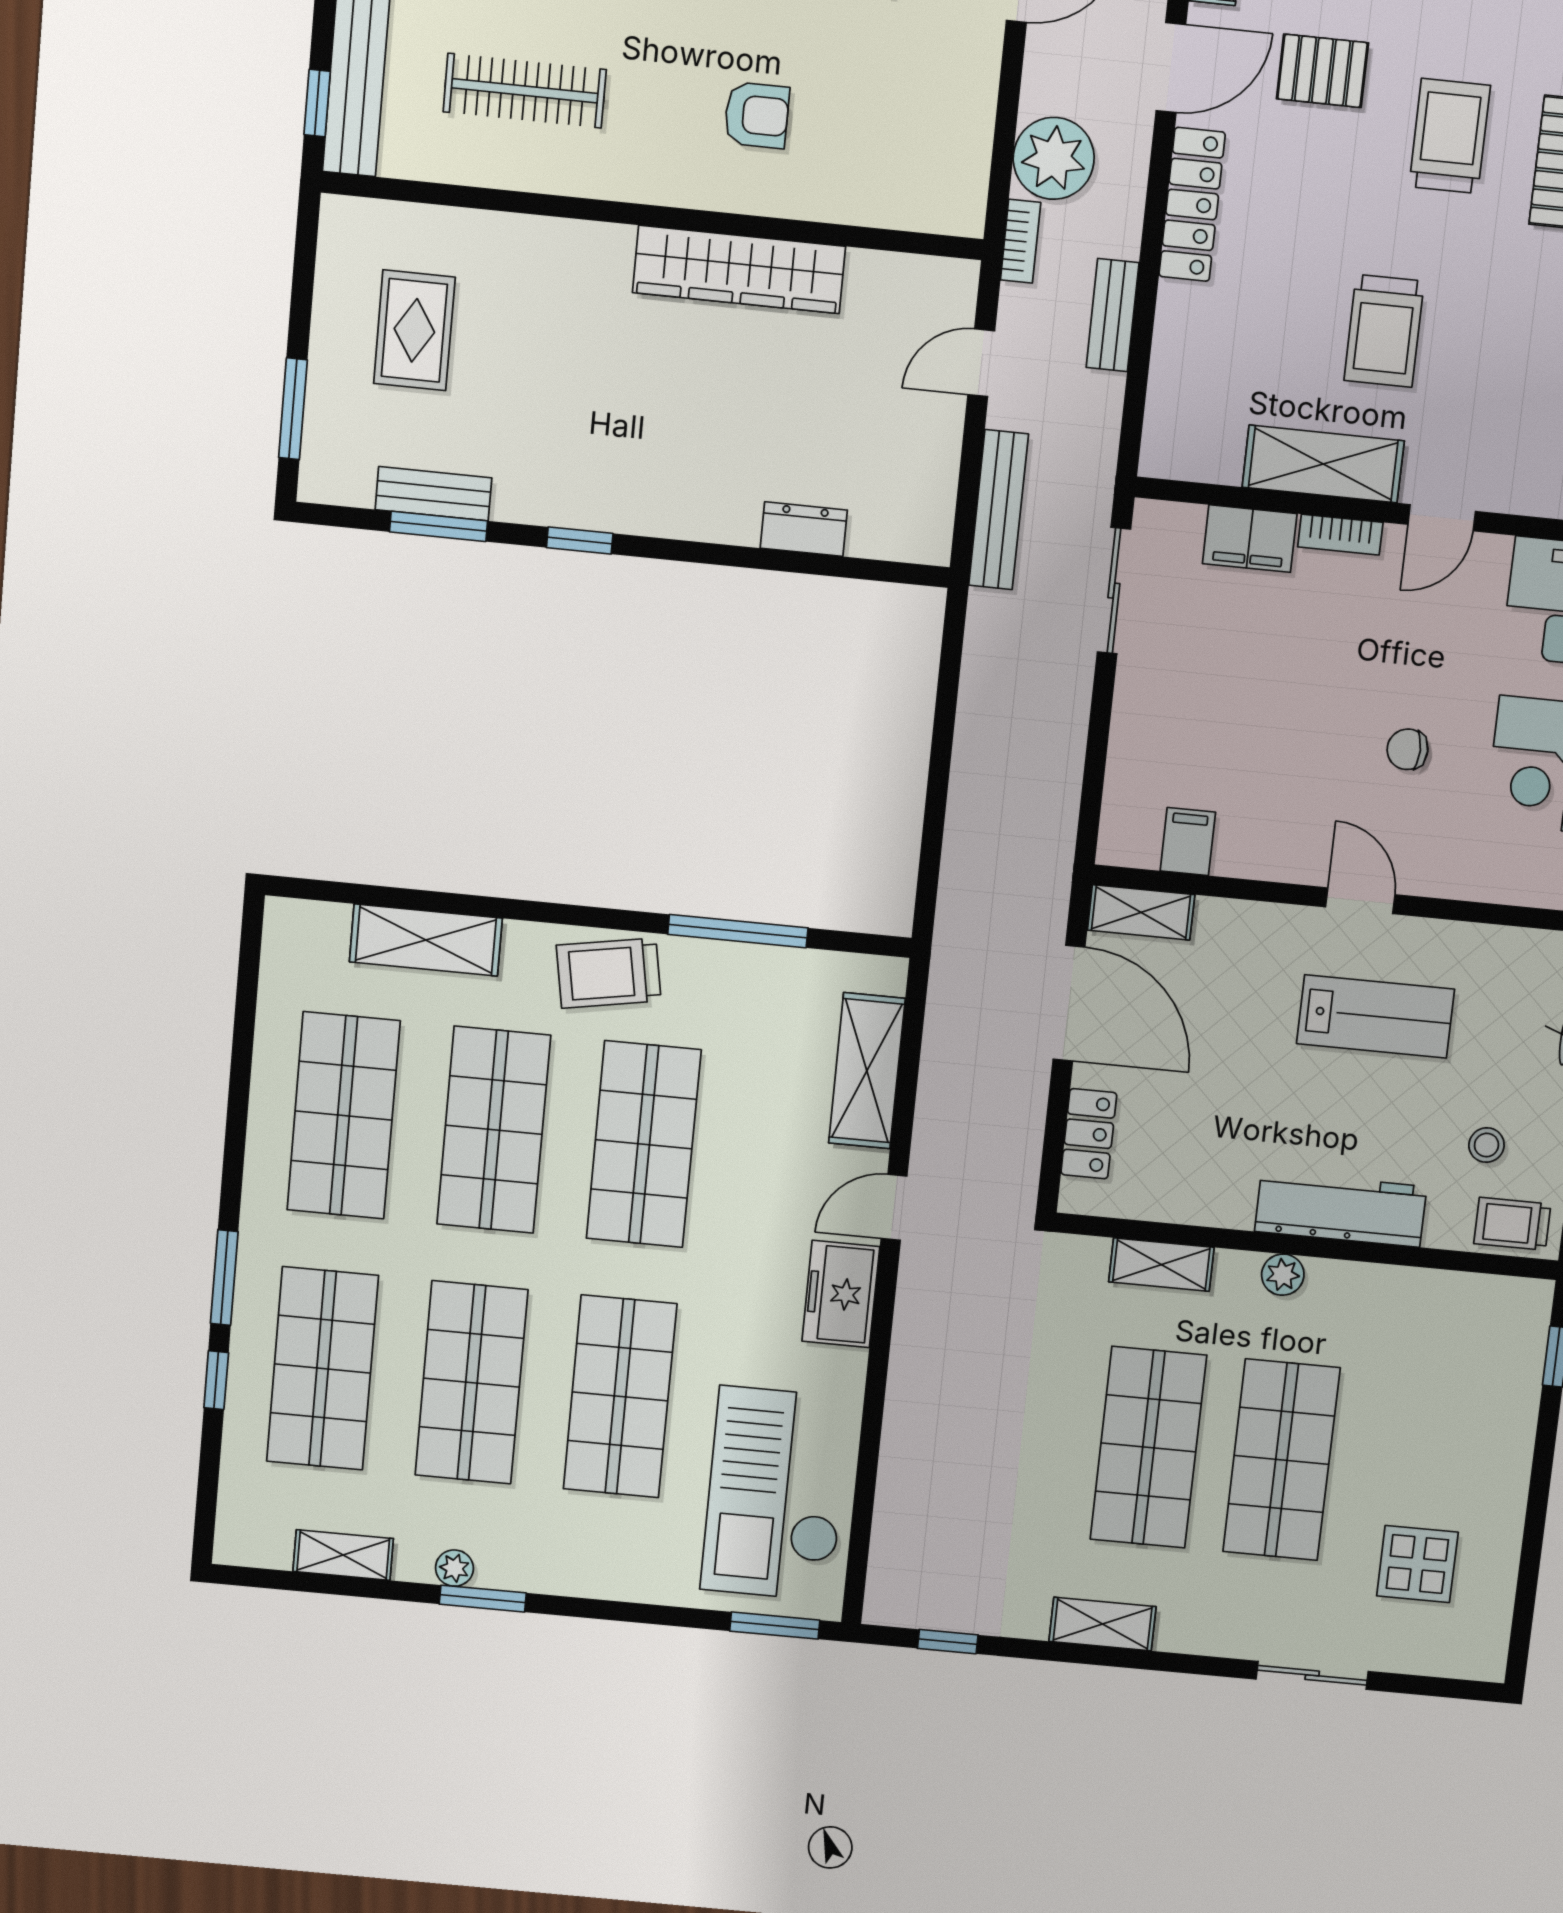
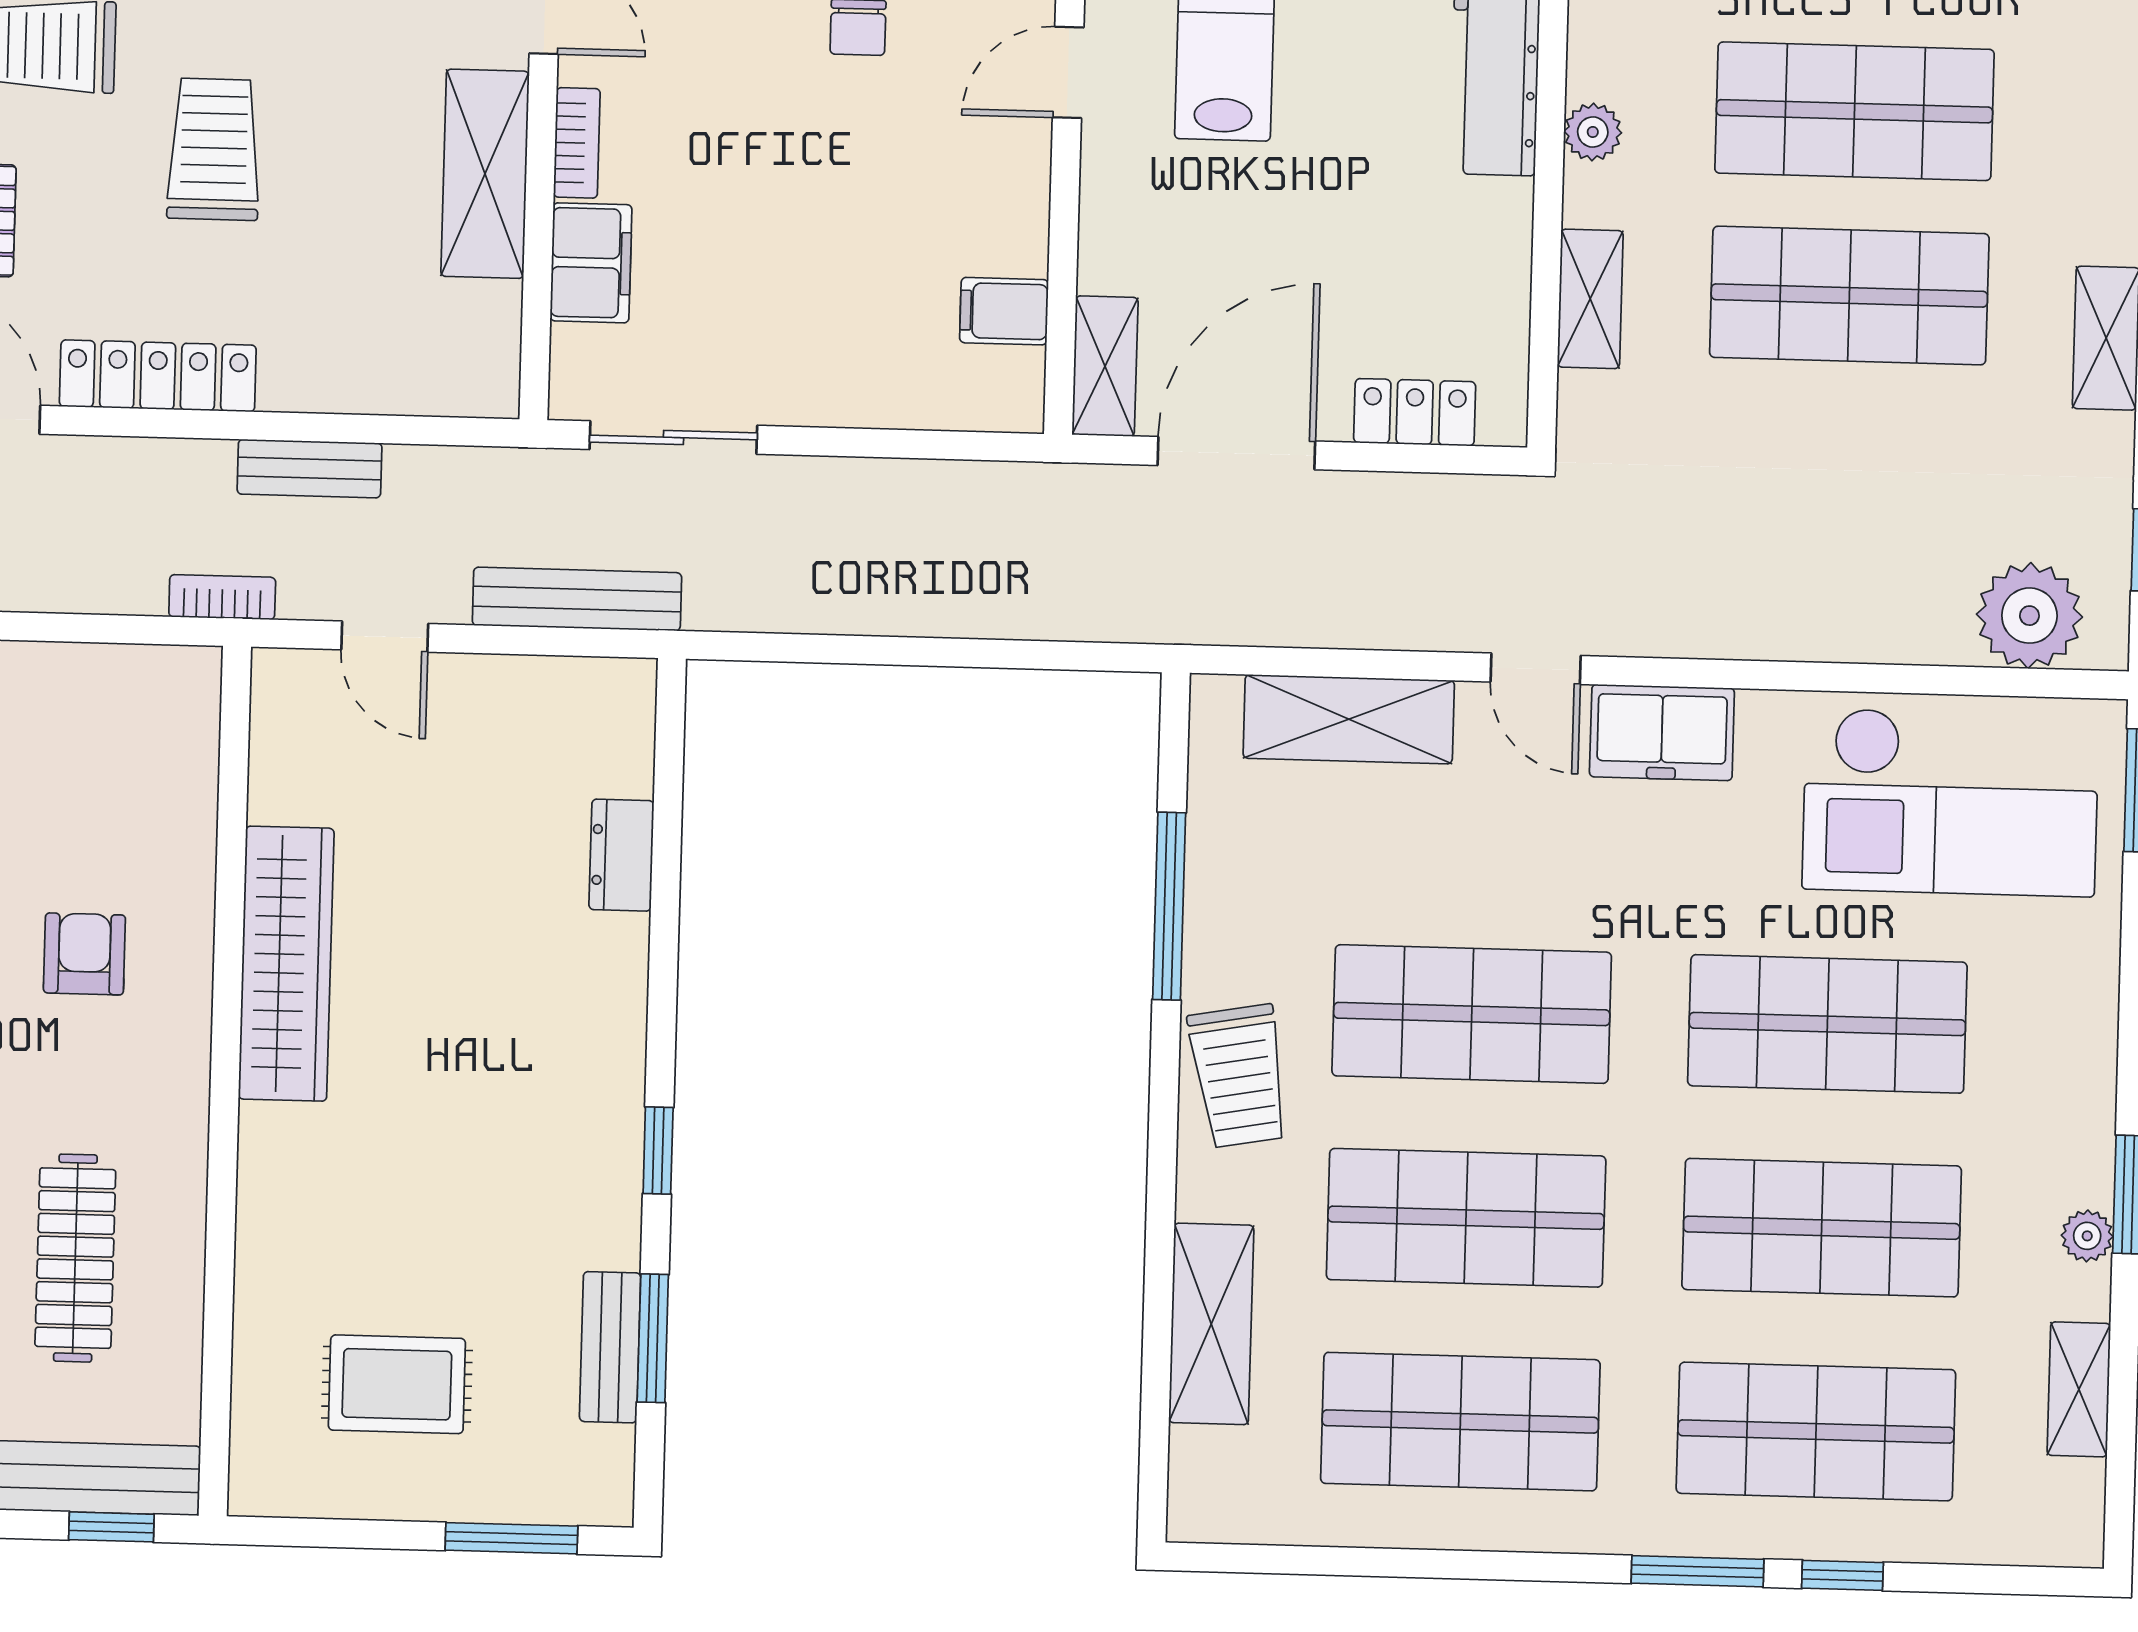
plant: (1054, 158) -> (2029, 616), moved
trolley: (1384, 331) -> (214, 149), moved, turned -90

